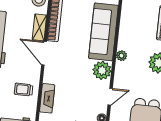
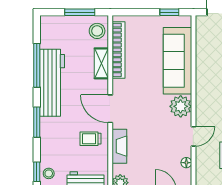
door: (44, 53) -> (110, 109), moved
plant: (122, 56) -> (202, 86), removed

